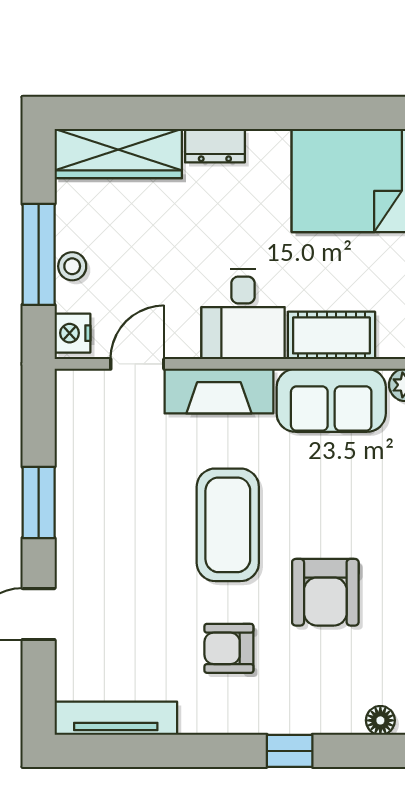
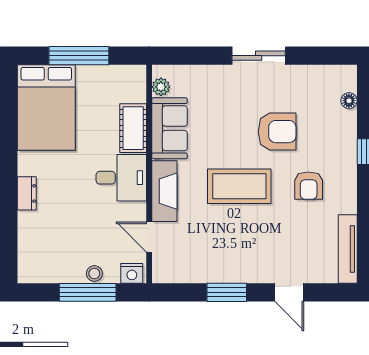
wardrobe: (118, 154) -> (31, 248), removed

